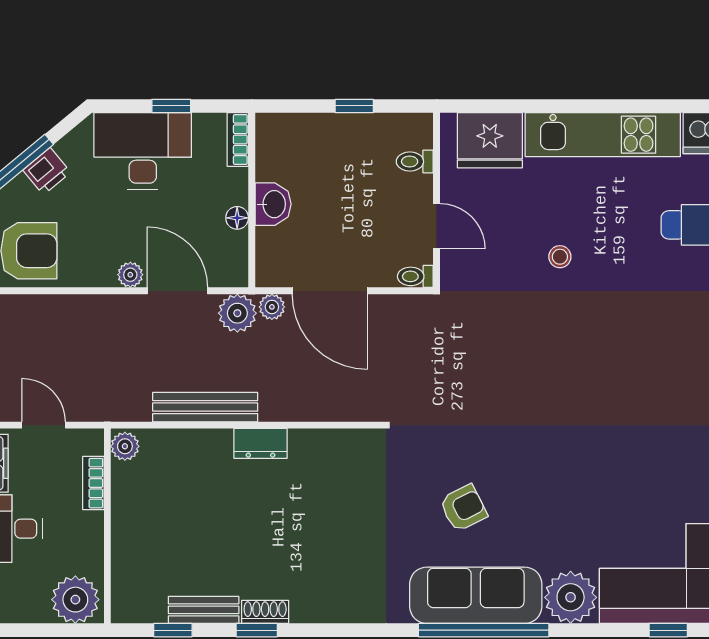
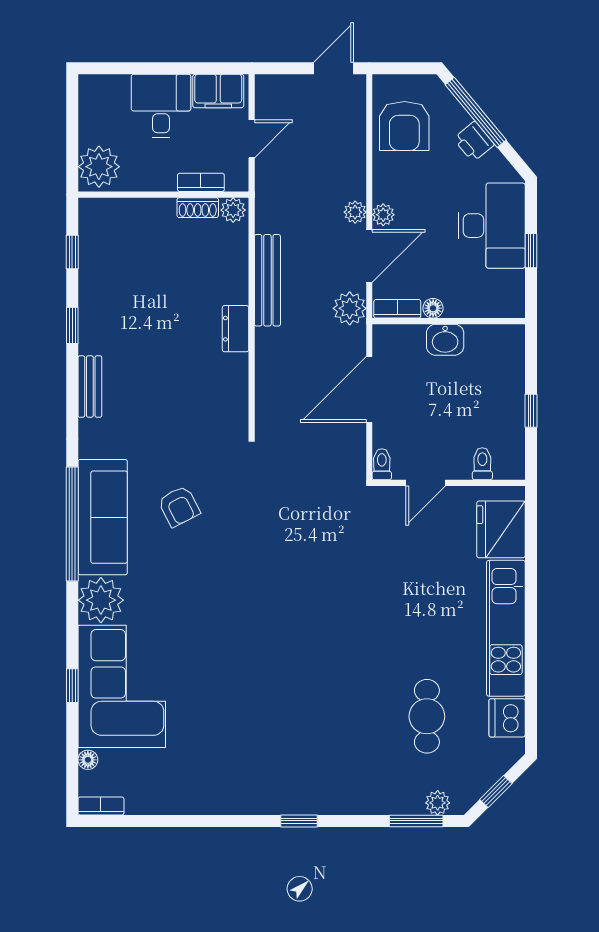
bookcase: (238, 139) -> (397, 309), moved
stool: (560, 257) -> (399, 591), removed
plant: (272, 307) -> (355, 212), moved
bench: (204, 610) -> (90, 386), moved
shoe rack: (265, 612) -> (198, 208), moved, turned 90

